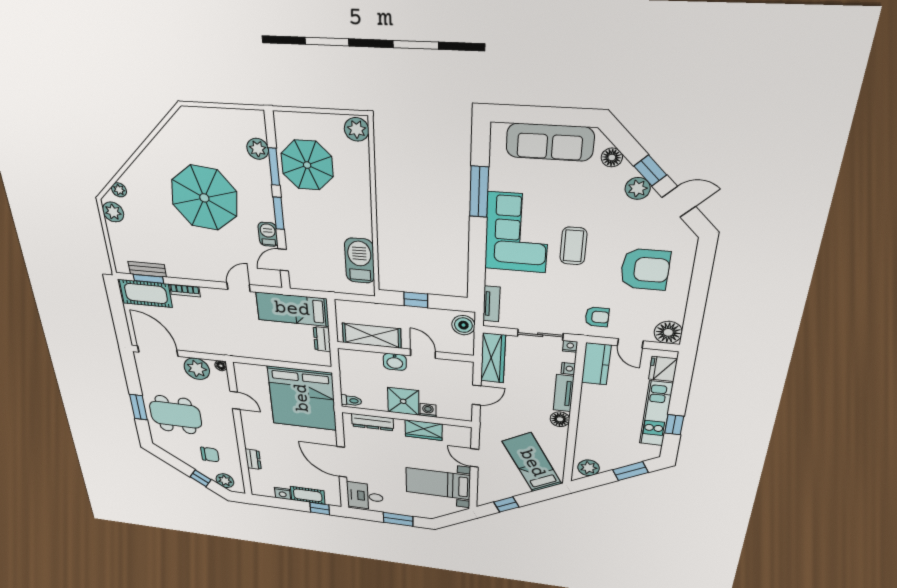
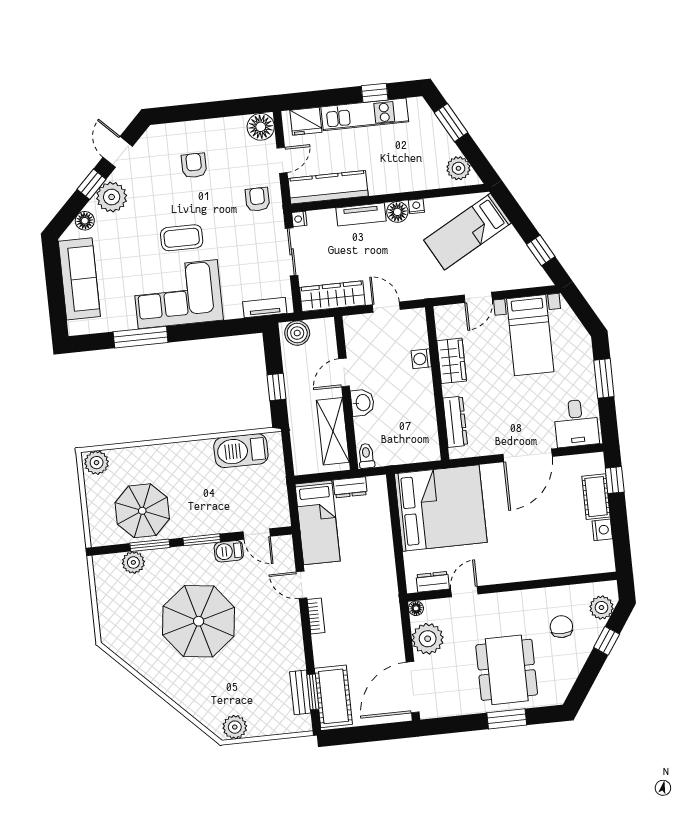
plant: (638, 188) -> (112, 197), width x1.36, depth x1.36
plant: (119, 190) -> (206, 718), removed
armchair: (645, 269) -> (194, 165), width x0.53, depth x0.53
bookcase: (185, 291) -> (316, 616), moved
kitchen counter: (596, 364) -> (328, 187), width x1.50
nightstand: (568, 369) -> (416, 206), moved
toilet: (351, 401) -> (366, 456), moved
shower: (403, 401) -> (415, 388), removed
dresser: (253, 459) -> (433, 582), moved

